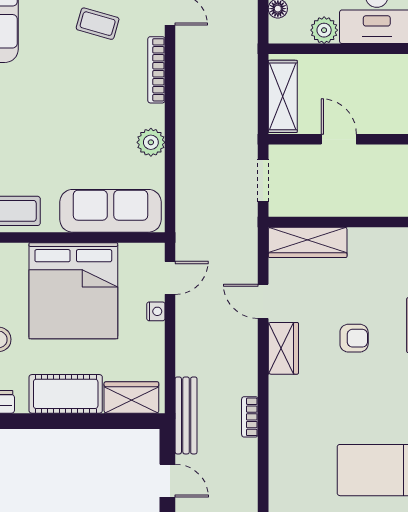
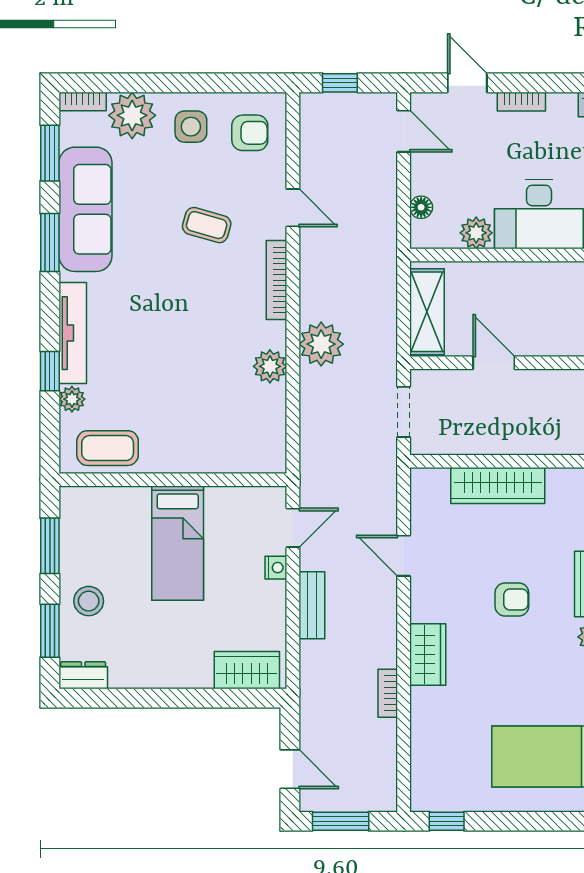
plant: (194, 124) -> (321, 344), added
sofa: (111, 211) -> (222, 448), removed
wardrobe: (308, 242) -> (498, 486), moved
bed: (73, 291) -> (178, 543), width x0.49
wardrobe: (283, 348) -> (428, 654), moved
cot: (66, 394) -> (169, 666), removed
bench: (186, 415) -> (312, 605), moved, width x0.73

